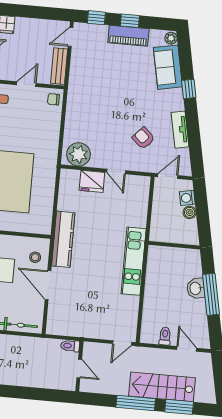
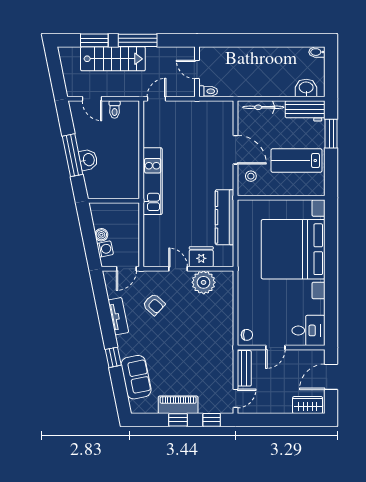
plant: (171, 38) -> (136, 406), removed
plant: (79, 154) -> (204, 282), moved
kitchen counter: (63, 239) -> (225, 217), moved

